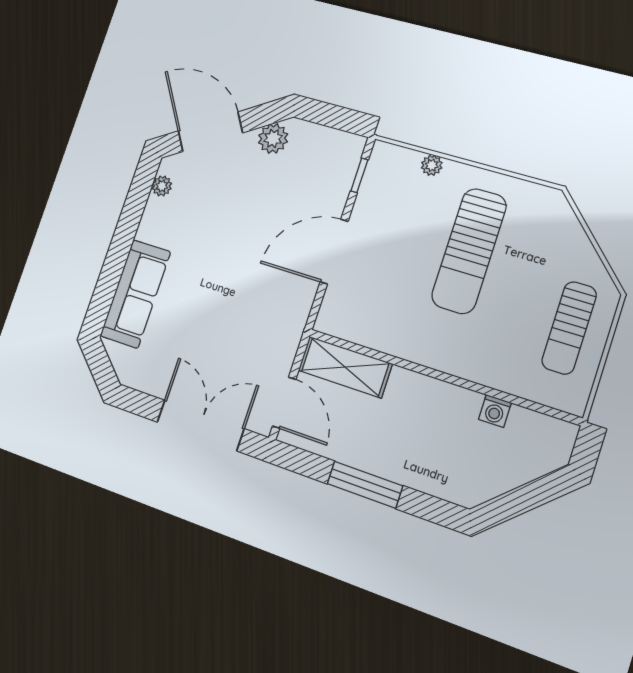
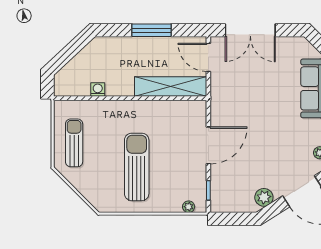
plant: (432, 165) -> (189, 207), moved
shelving: (345, 367) -> (171, 87), width x1.47

